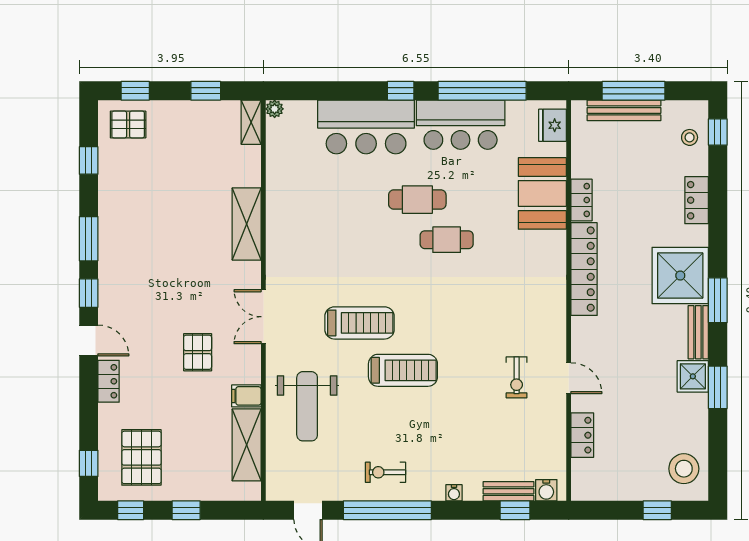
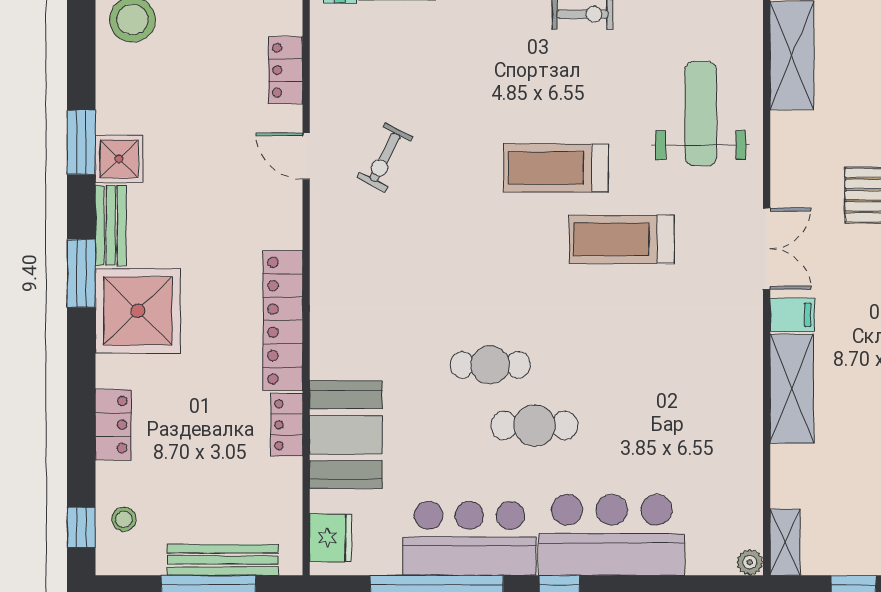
exercise bike: (517, 377) -> (385, 157), turned -153
filing cabinet: (246, 396) -> (792, 315), moved

